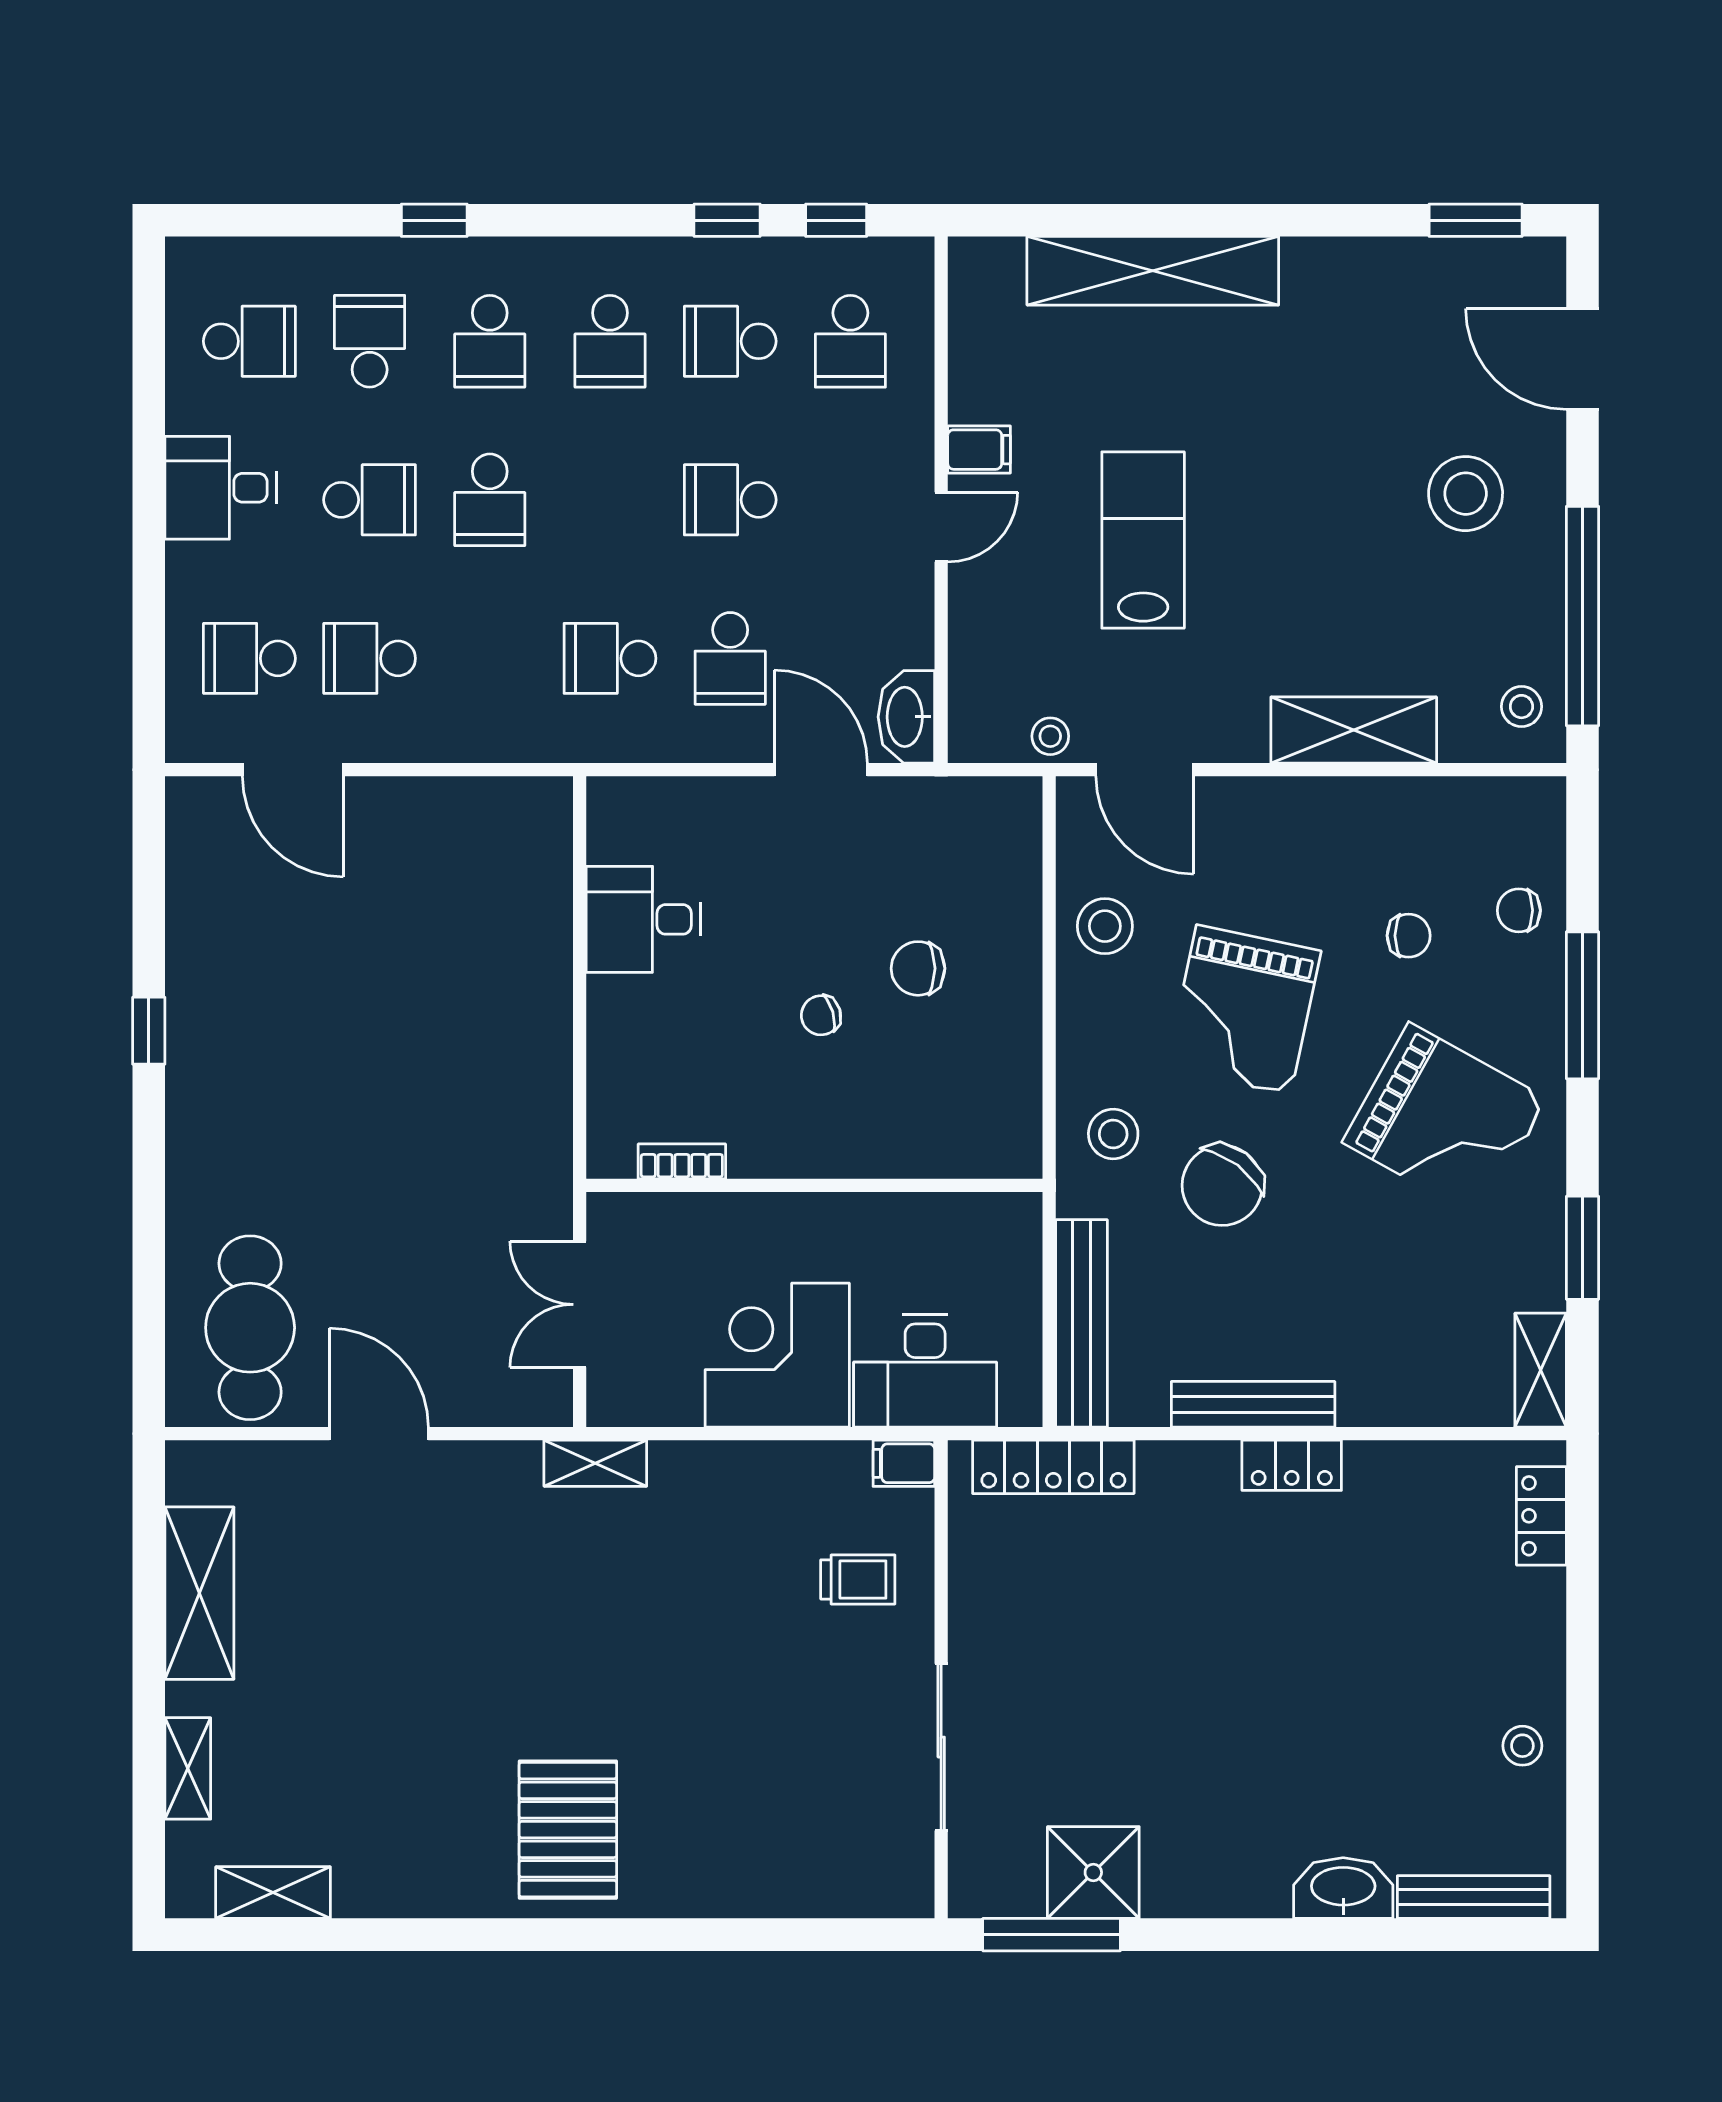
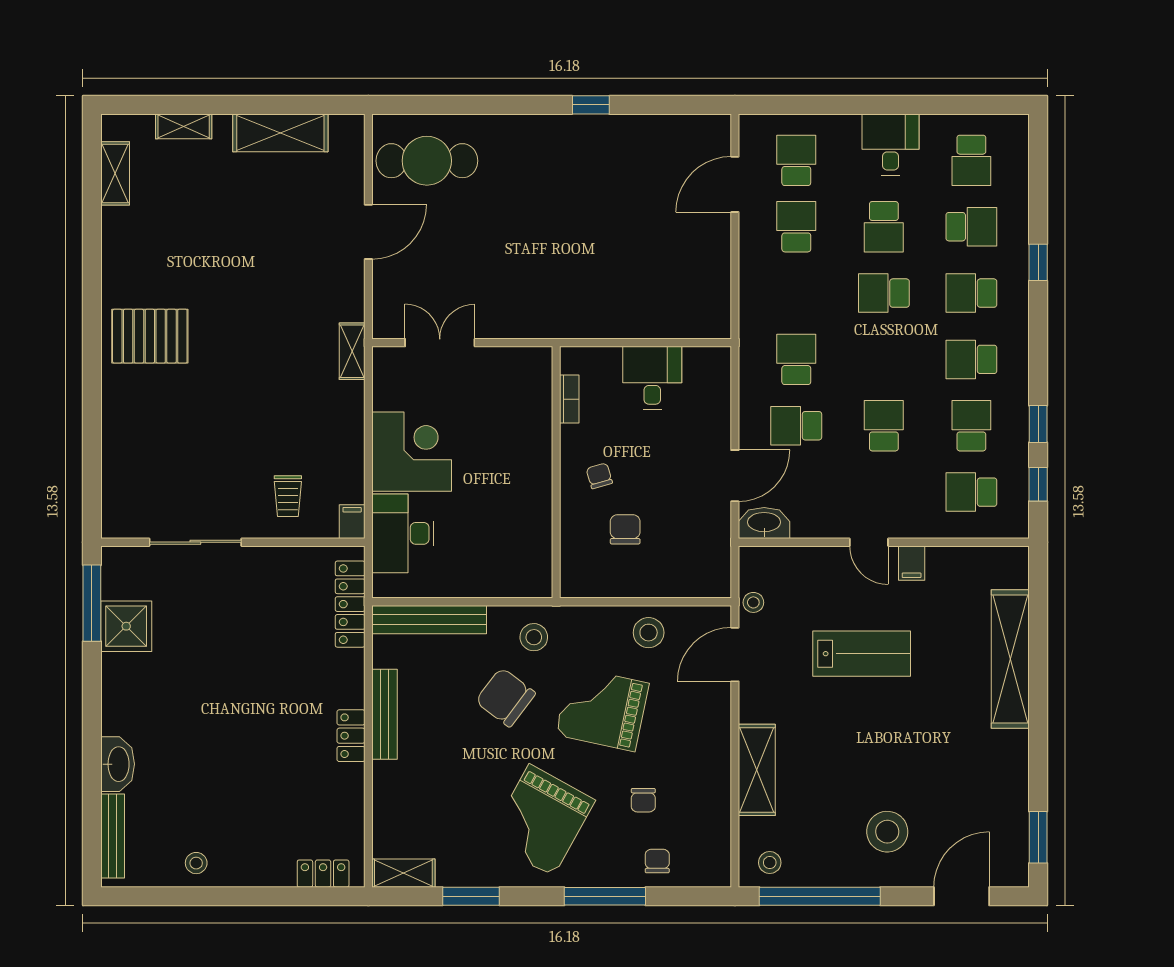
bookcase: (682, 1161) -> (569, 399), moved
wall: (814, 1185) -> (556, 472), moved

